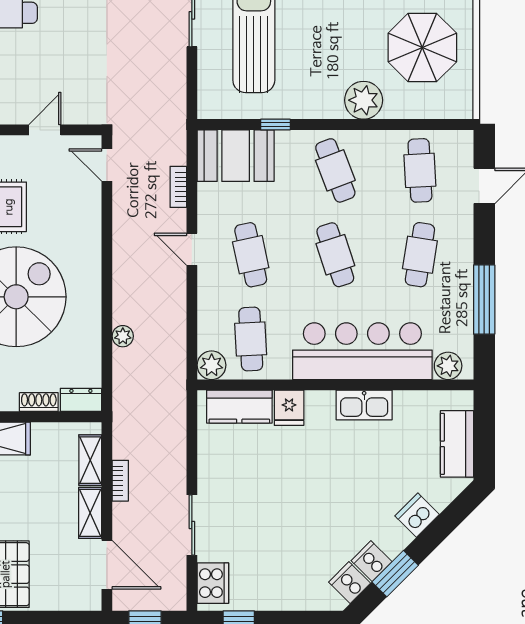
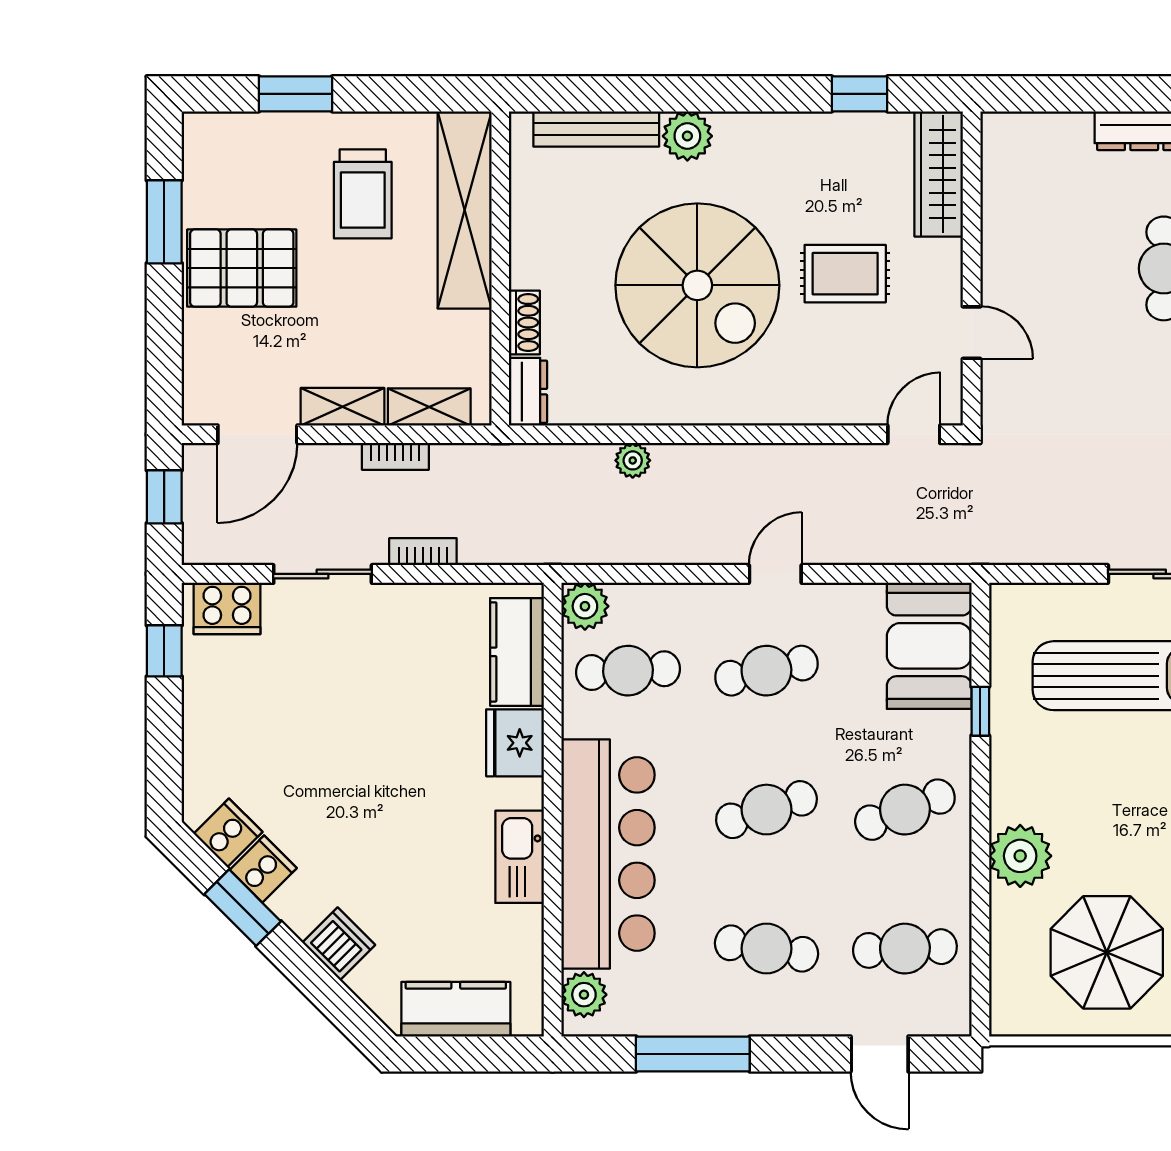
bookcase: (178, 187) -> (423, 552), moved
fridge: (289, 408) -> (515, 743), width x1.38

